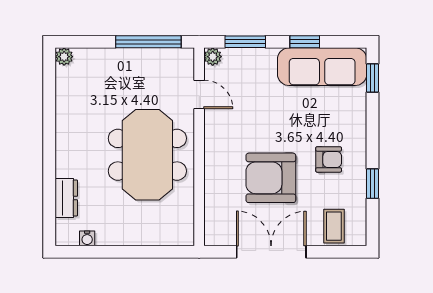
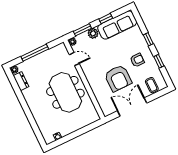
window: (148, 42) -> (35, 53), moved
plant: (264, 60) -> (93, 33), added
window: (372, 78) -> (148, 39), moved
armchair: (271, 178) -> (118, 78), turned -90
dresser: (66, 198) -> (21, 81), moved

